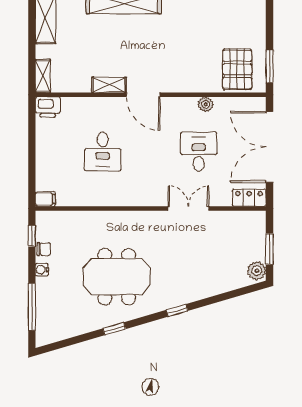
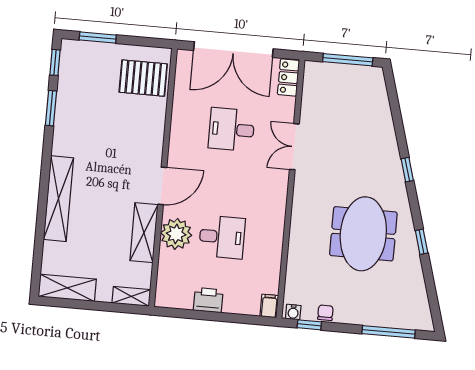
window: (270, 67) -> (98, 37), moved
shelving: (109, 85) -> (144, 233), width x1.50, depth x1.33
plant: (206, 104) -> (176, 234), moved, width x1.88, depth x1.88
printer: (48, 107) -> (208, 300), moved, turned -90
window: (270, 249) -> (348, 60), width x1.44
water cooler: (42, 270) -> (293, 312), moved
plant: (257, 271) -> (371, 76), removed

